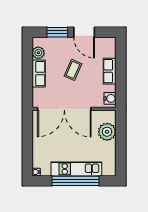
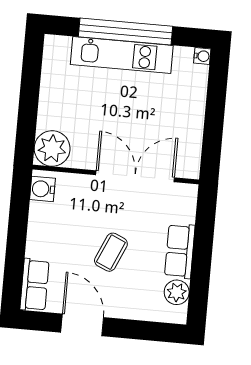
window: (57, 32) -> (135, 330), removed
row of seats: (110, 71) -> (34, 285), moved
double door: (64, 109) -> (135, 176), width x0.73
plant: (107, 132) -> (52, 149), moved

